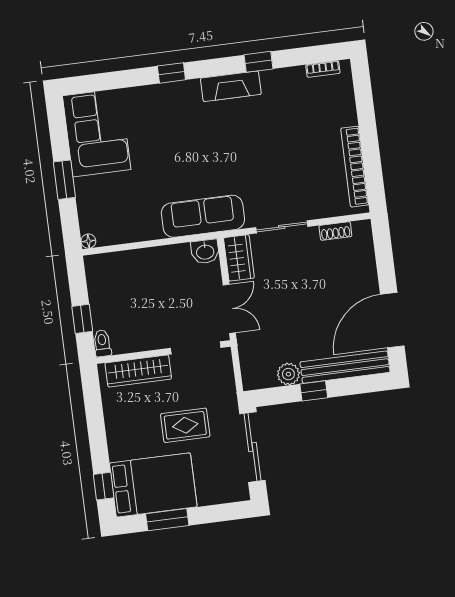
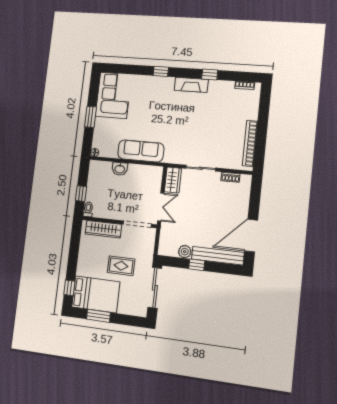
sofa: (203, 216) -> (141, 151), moved
washbasin: (205, 252) -> (120, 169), moved

